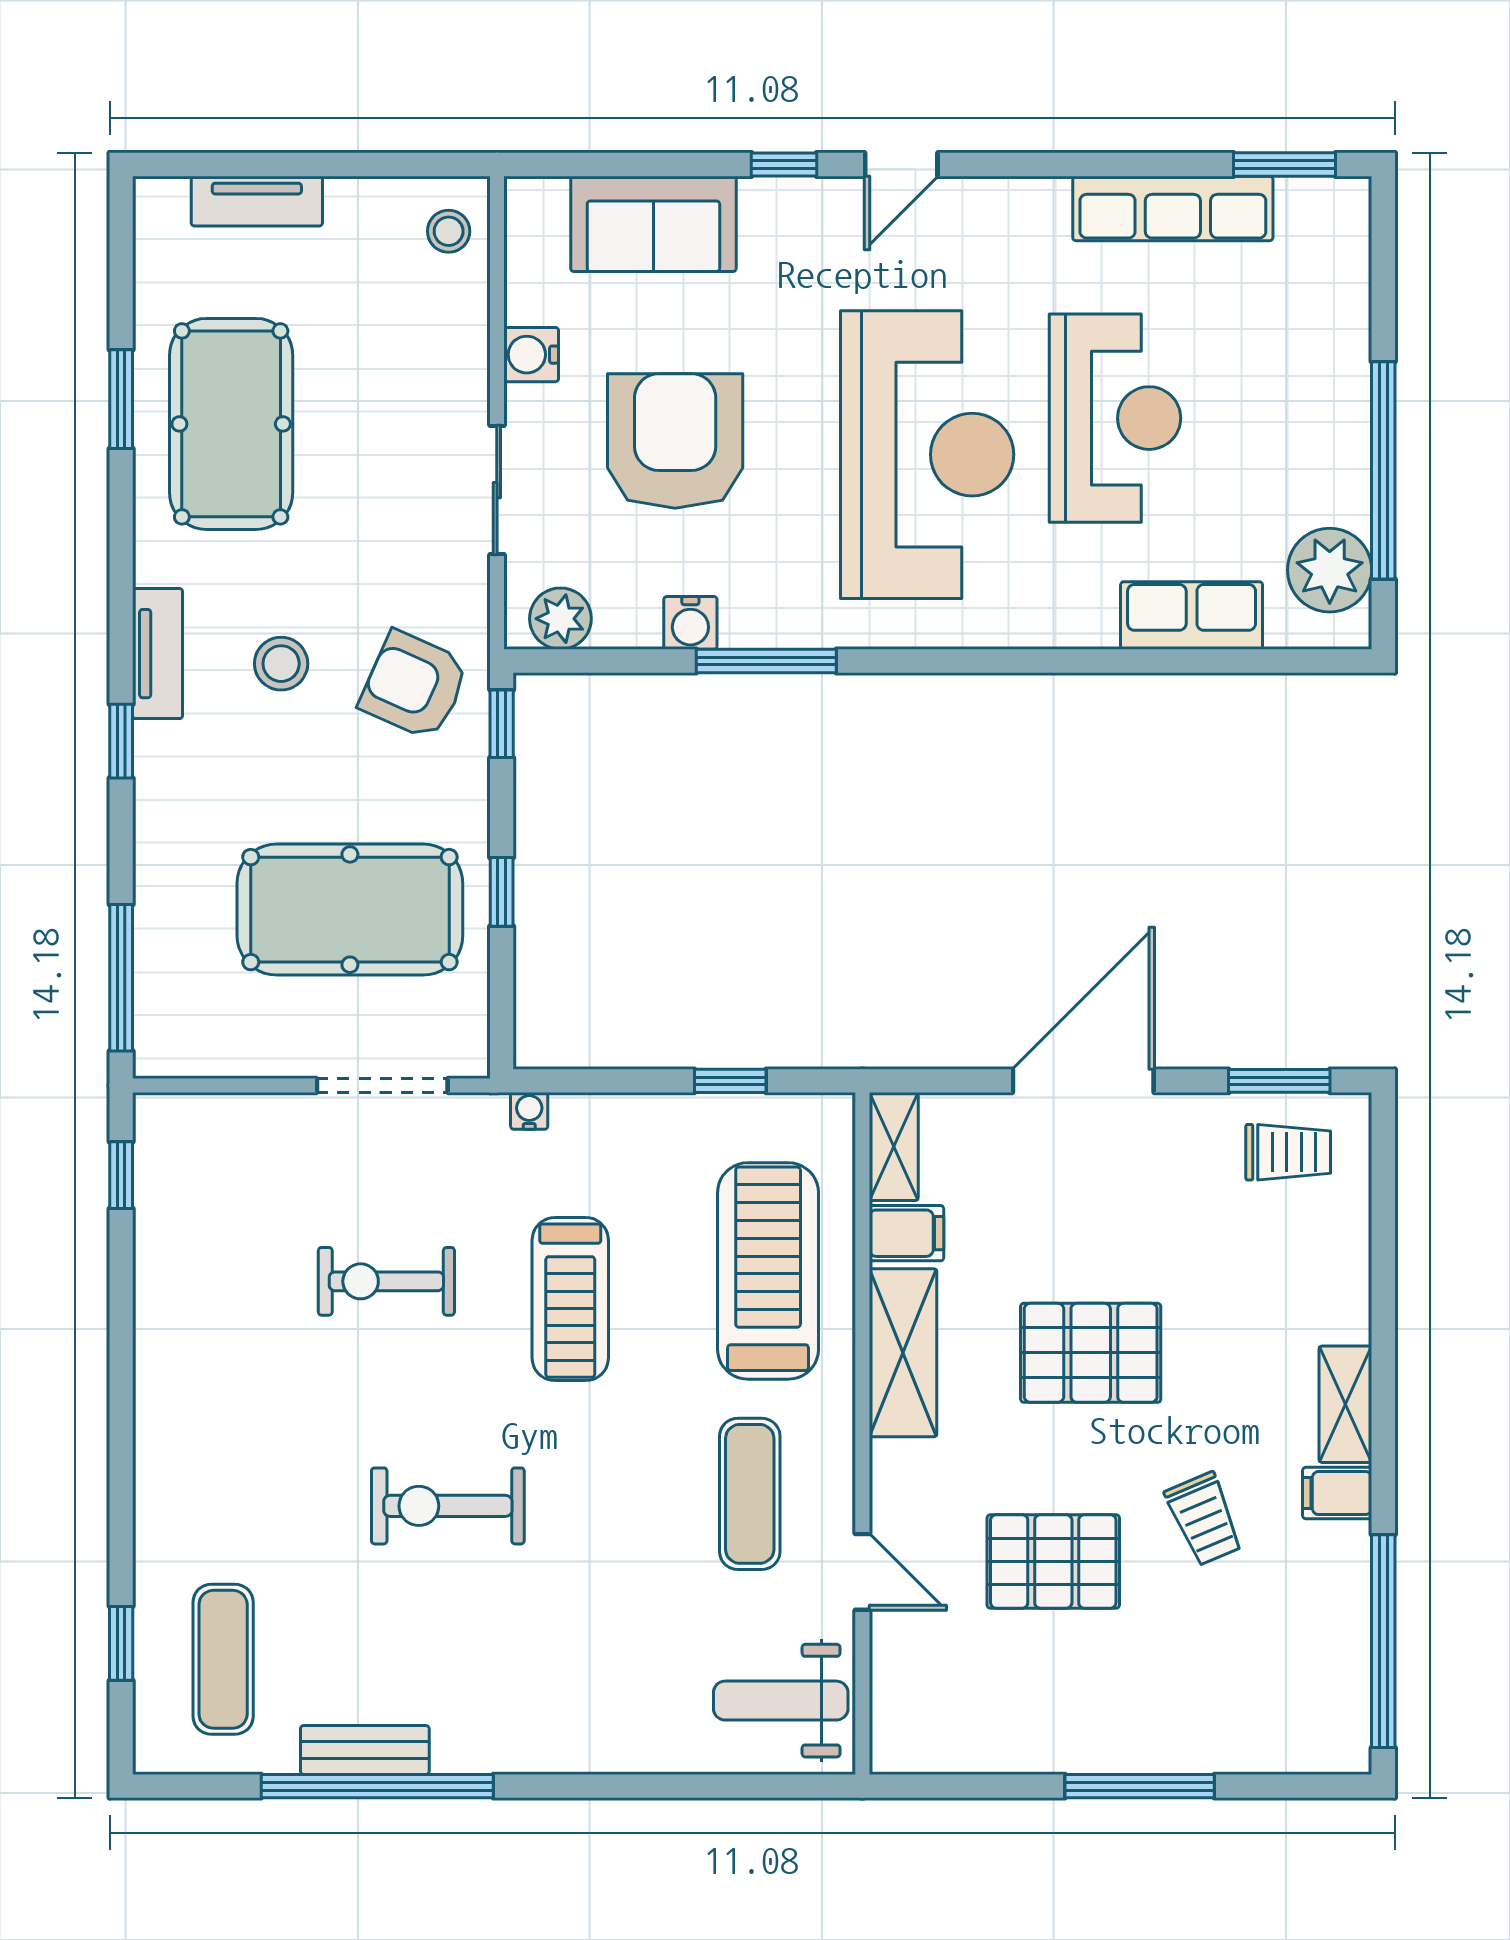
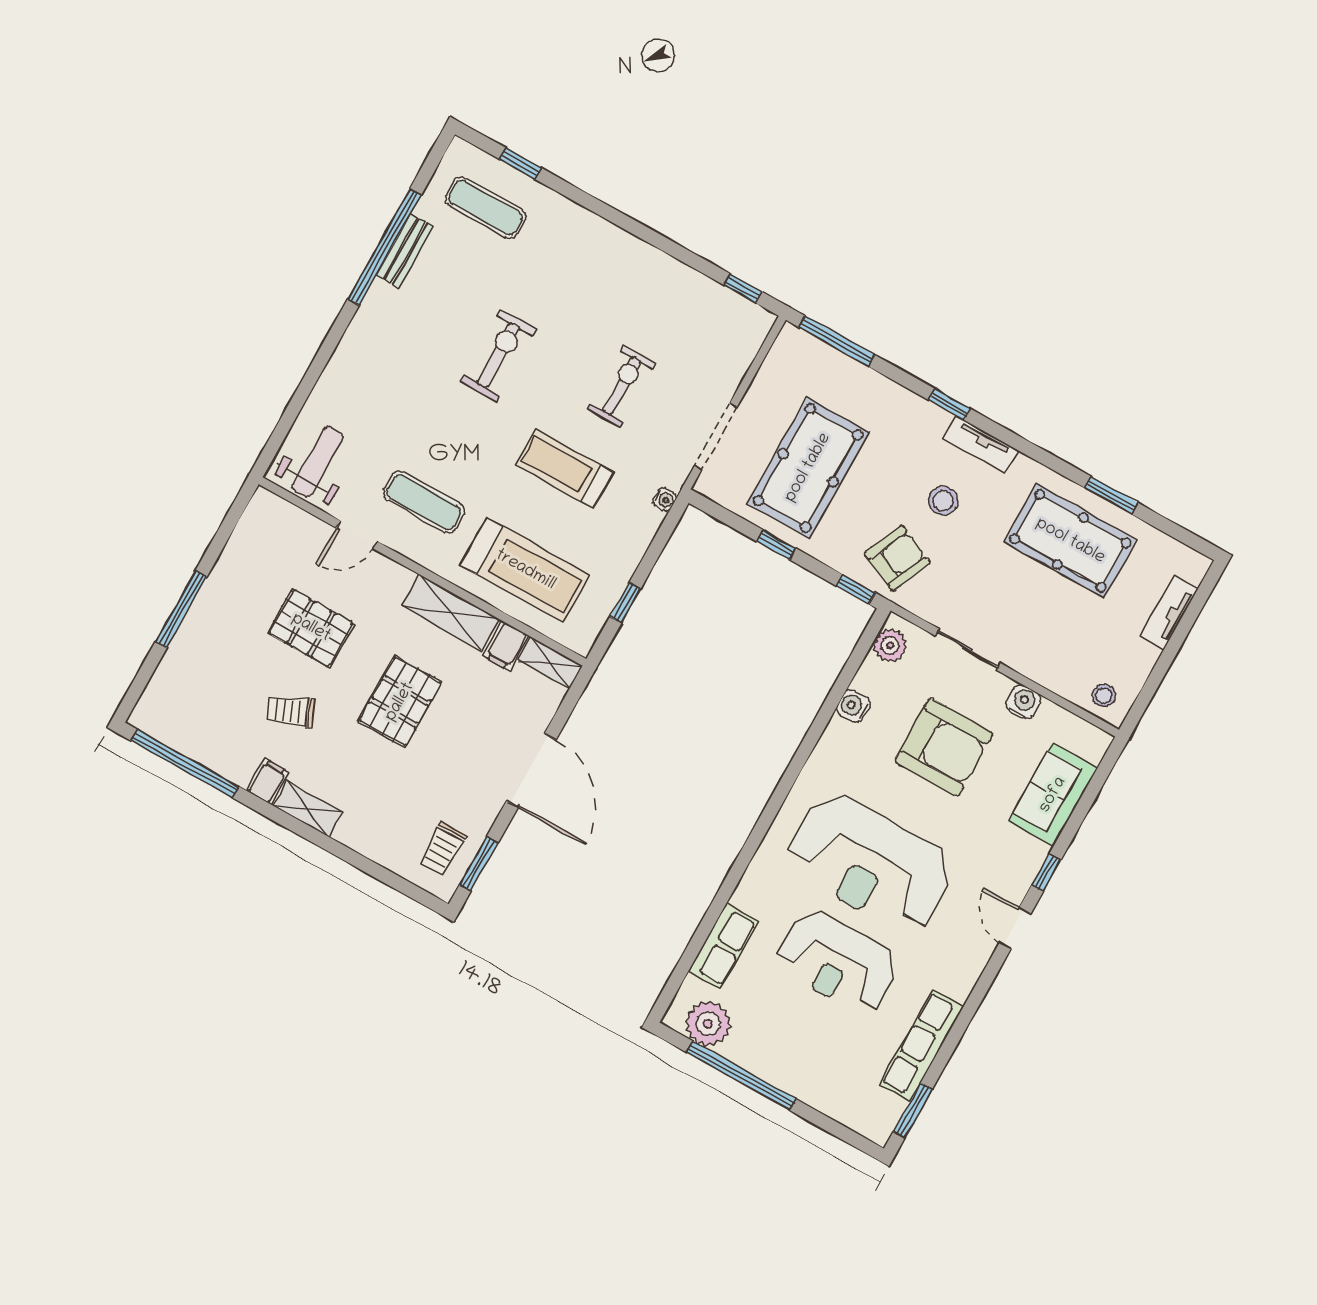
window: (766, 661) -> (815, 732), removed
pallet: (1053, 1561) -> (311, 628), turned 90

